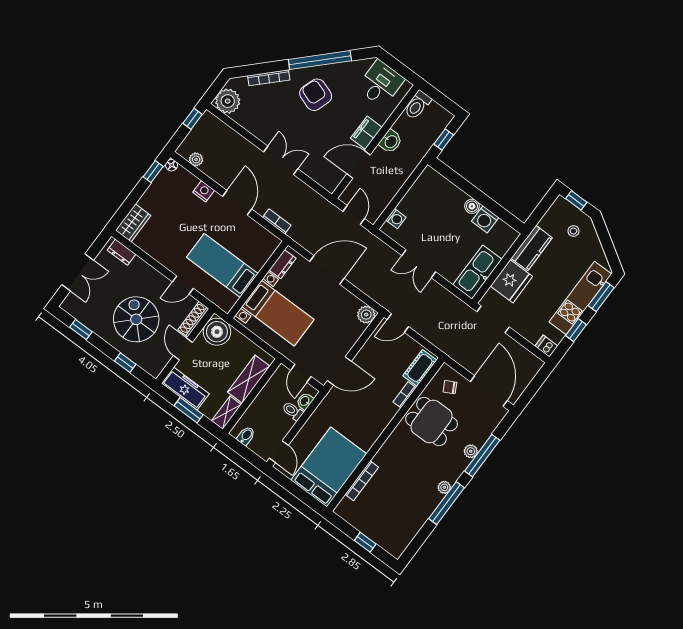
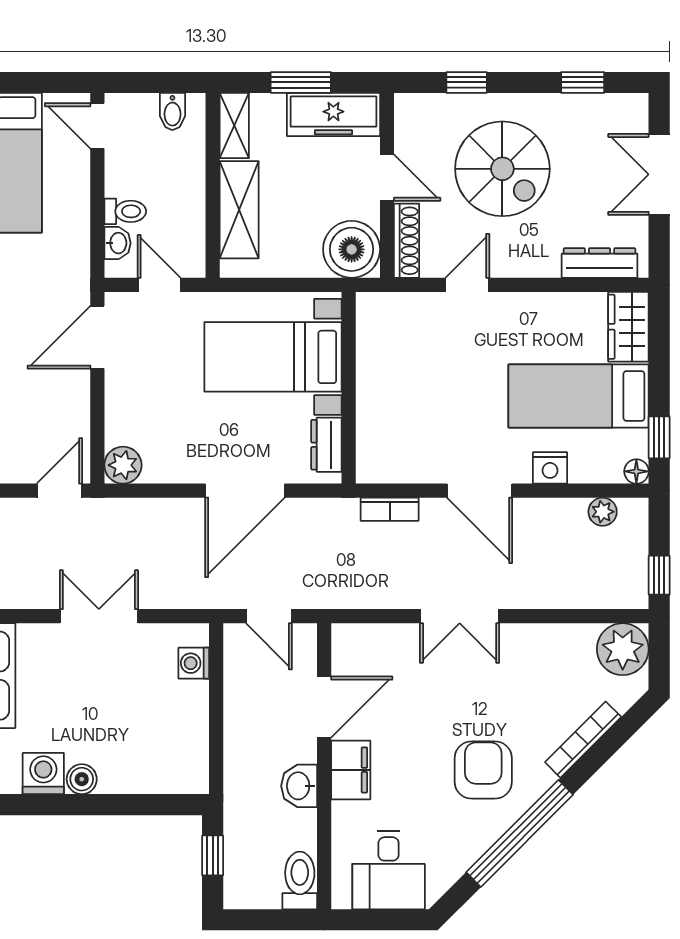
armchair: (316, 95) -> (483, 770), turned -109
dresser: (122, 252) -> (600, 263), width x1.44
bed: (222, 265) -> (579, 396), moved, turned 180

